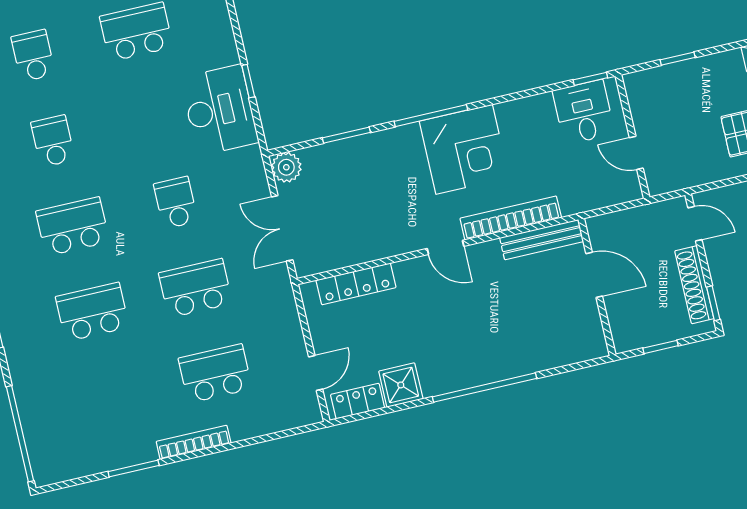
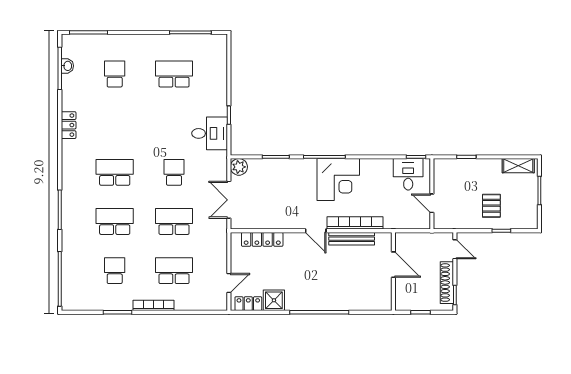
desk: (220, 110) -> (210, 133), width x0.73
school desk: (53, 141) -> (115, 271), moved
bench: (542, 240) -> (352, 239), moved

